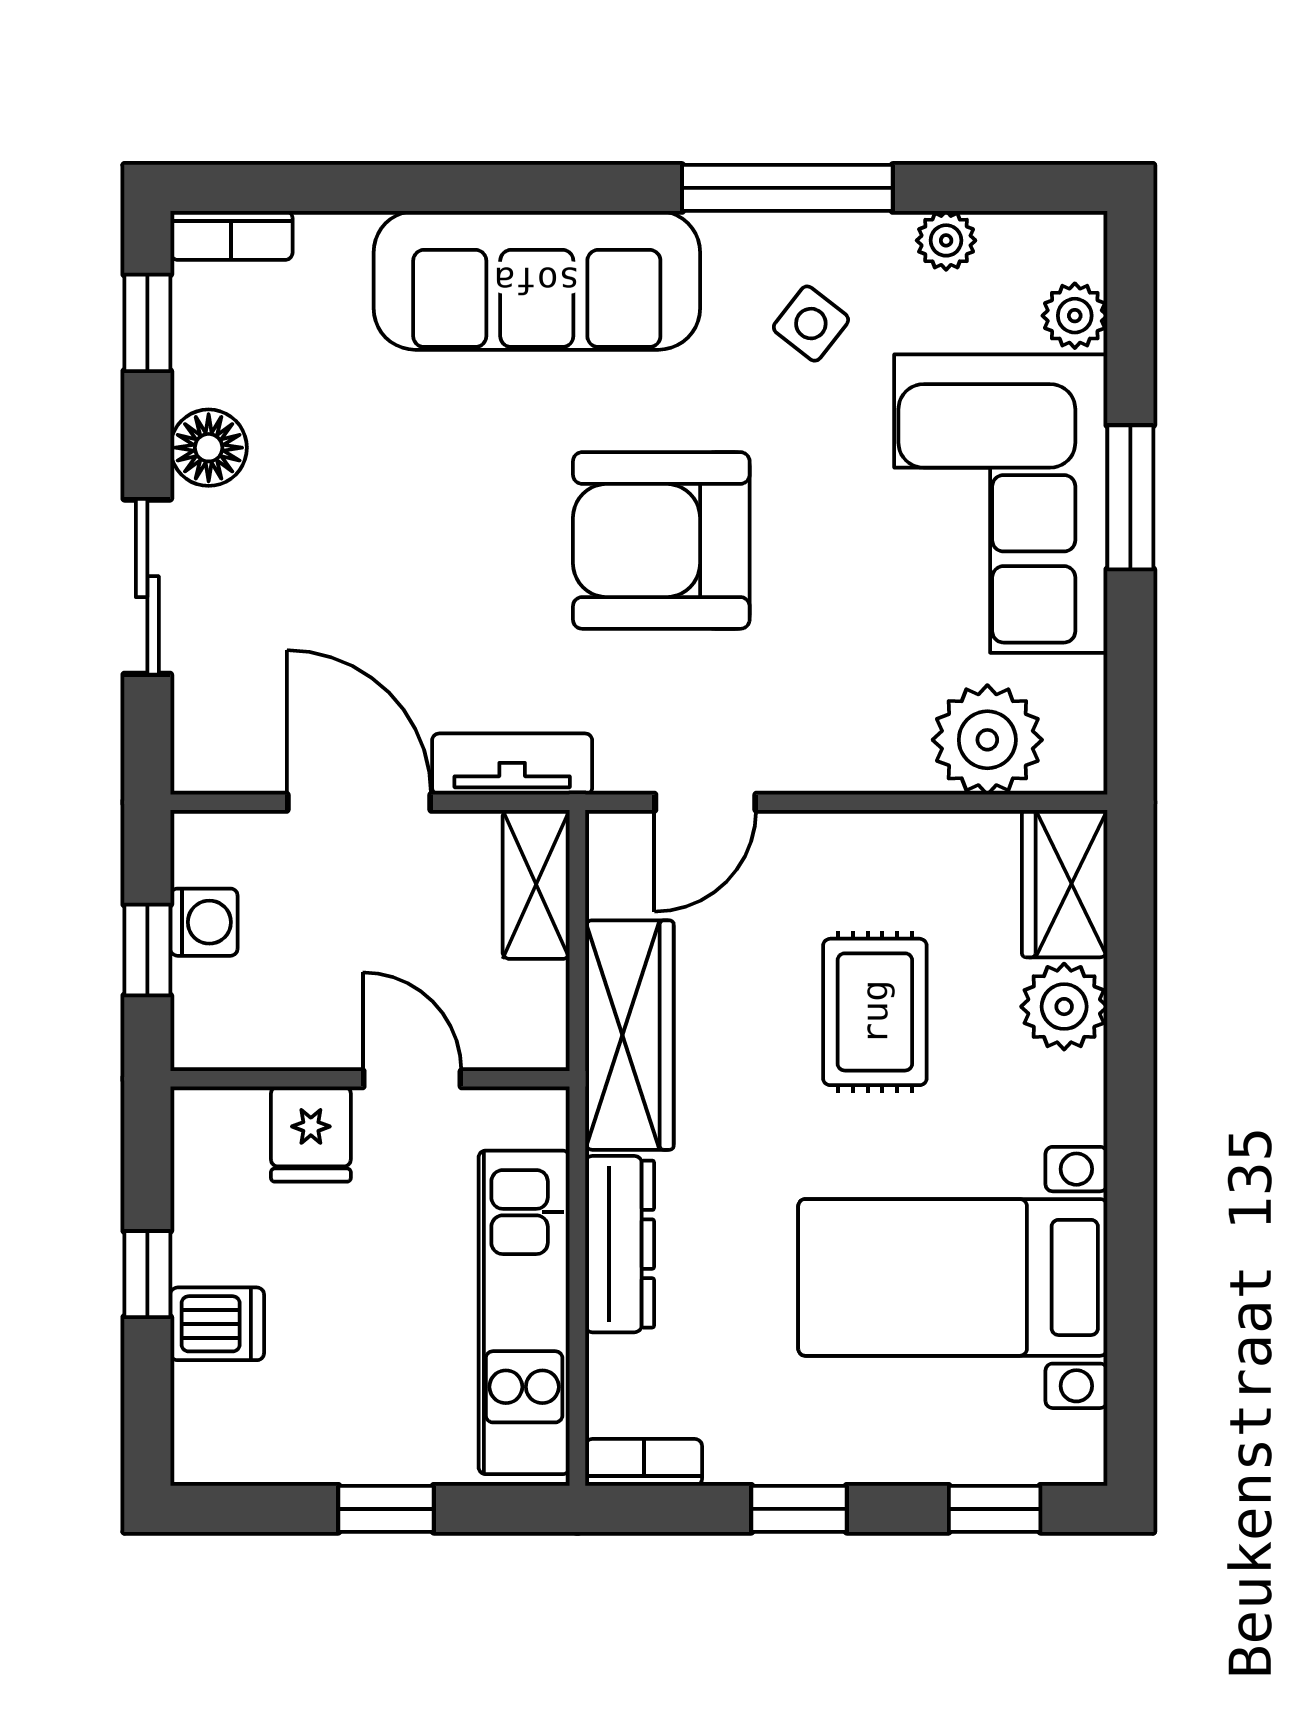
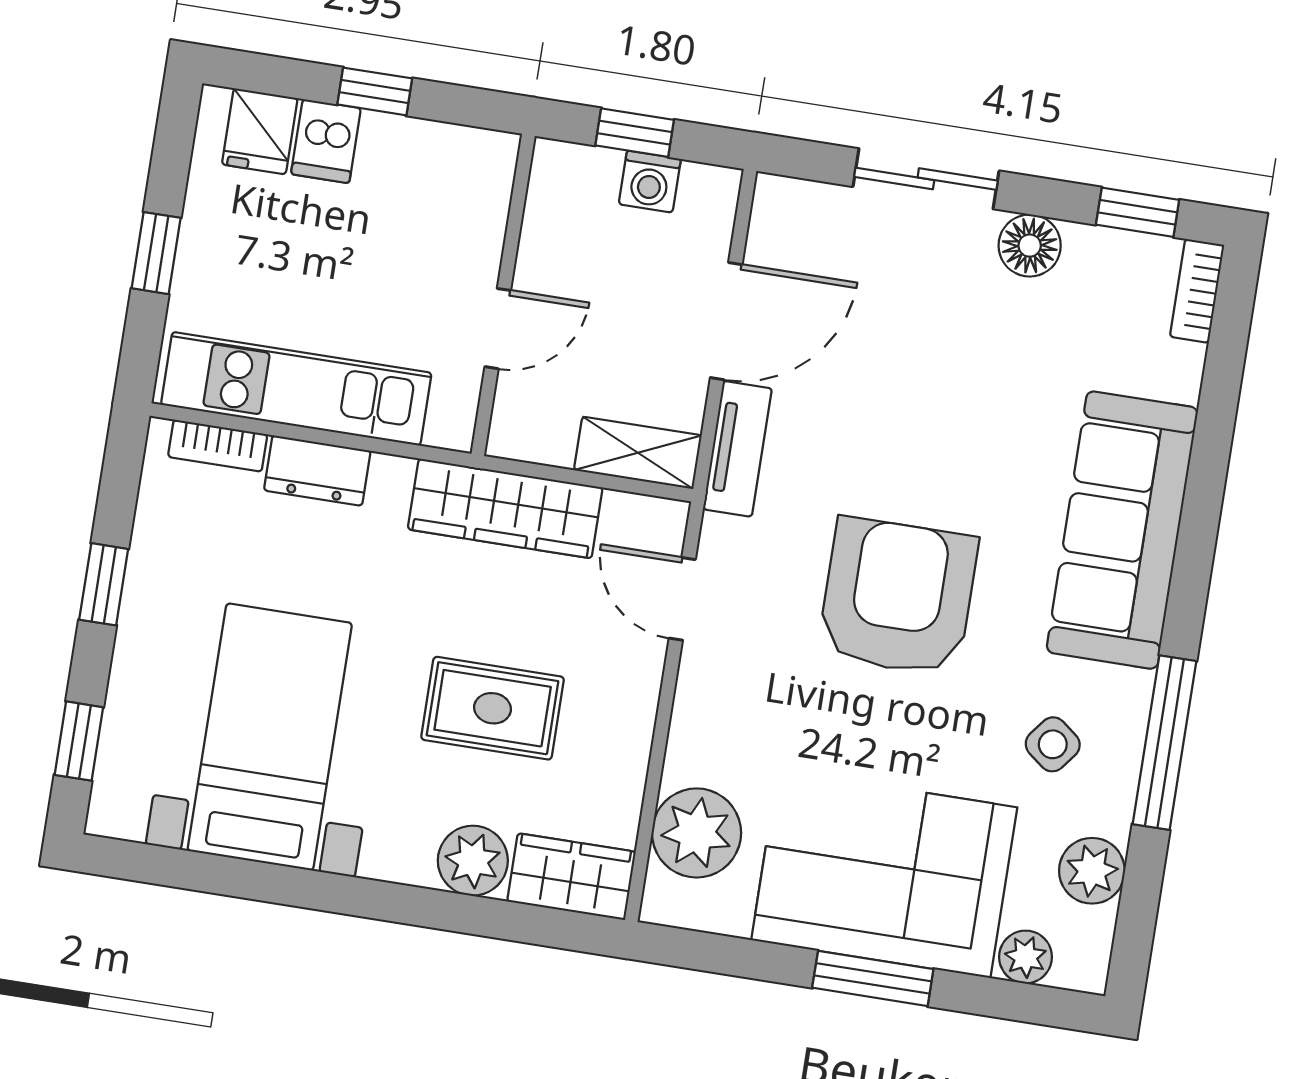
plant: (946, 240) -> (1092, 871), width x1.38, depth x1.38
fridge: (311, 1134) -> (260, 131), moved, turned -90
dresser: (620, 1244) -> (317, 471), width x0.70
bookcase: (644, 1462) -> (218, 446), moved, turned 90

